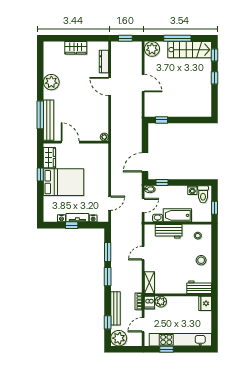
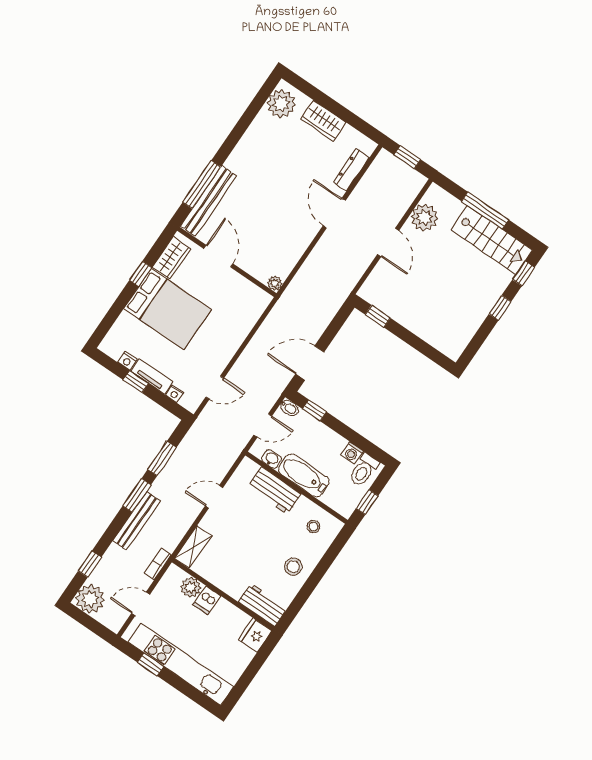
plant: (152, 49) -> (424, 218), moved
plant: (51, 82) -> (281, 104), moved
dishwasher: (149, 302) -> (207, 600), moved
bench: (115, 308) -> (137, 521), moved

